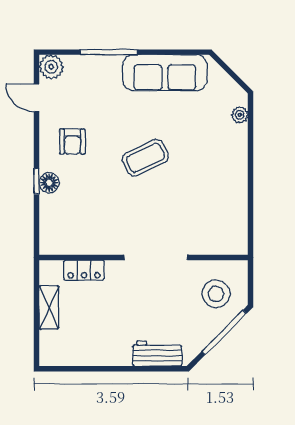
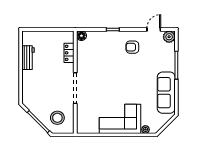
coffee table: (145, 158) -> (124, 83), removed
corner sofa: (218, 167) -> (120, 119), added
floor lamp: (49, 183) -> (81, 36), moved
shelving: (49, 307) -> (51, 36), removed
workbench: (157, 354) -> (28, 58), moved

